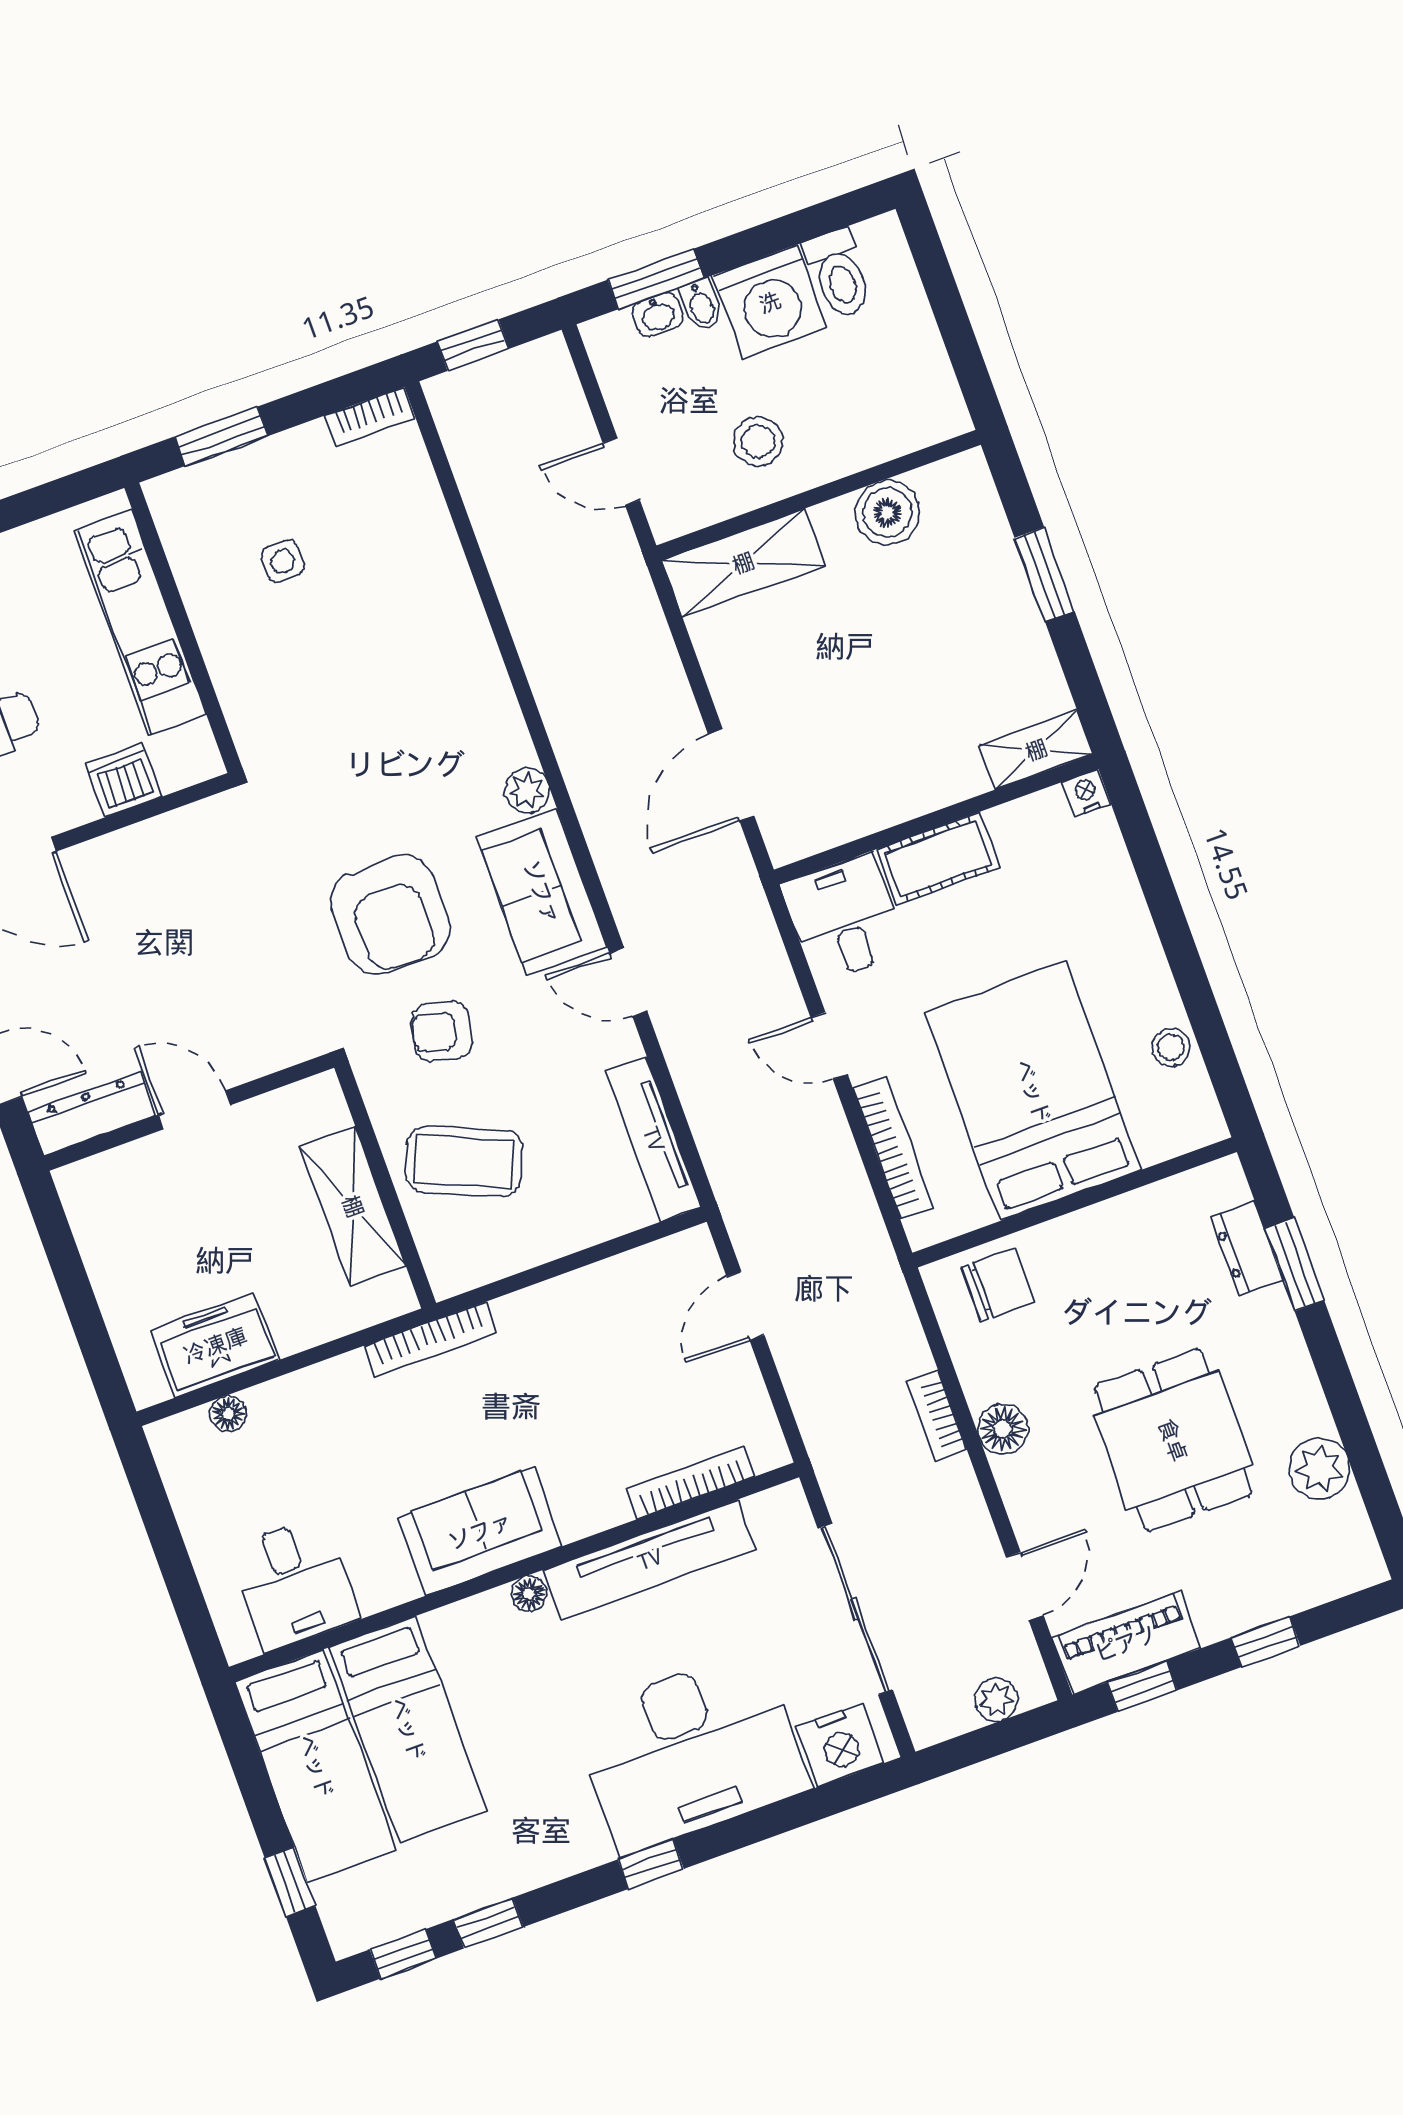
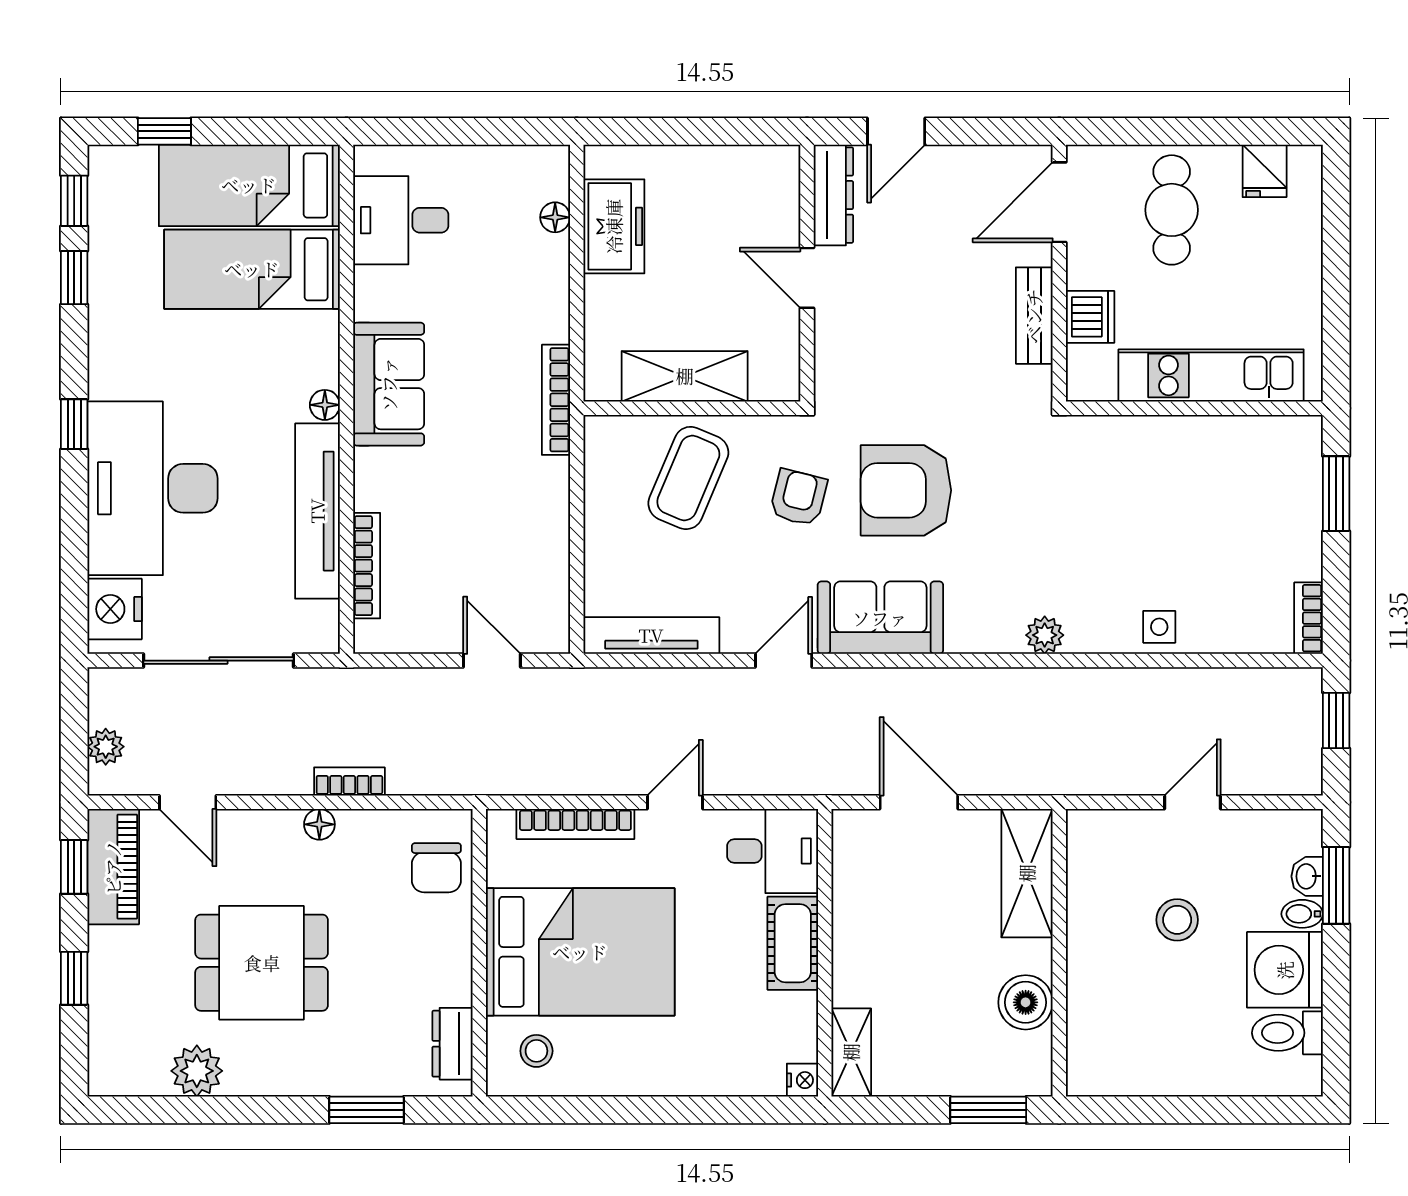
wall: (819, 495) -> (1059, 953), moved
boiler: (887, 513) -> (1026, 1002), moved
side table: (283, 561) -> (1159, 627), moved
shelving: (743, 563) -> (1027, 873), moved
plant: (527, 791) -> (1045, 635), moved
bench: (145, 843) -> (1034, 316), added
stool: (1171, 1047) -> (536, 1051), moved
door: (194, 1110) -> (807, 278), swing flipped
dresser: (1247, 1248) -> (453, 1044), moved, turned -90
floor lamp: (1003, 1429) -> (319, 824), width x0.73, depth x0.73

